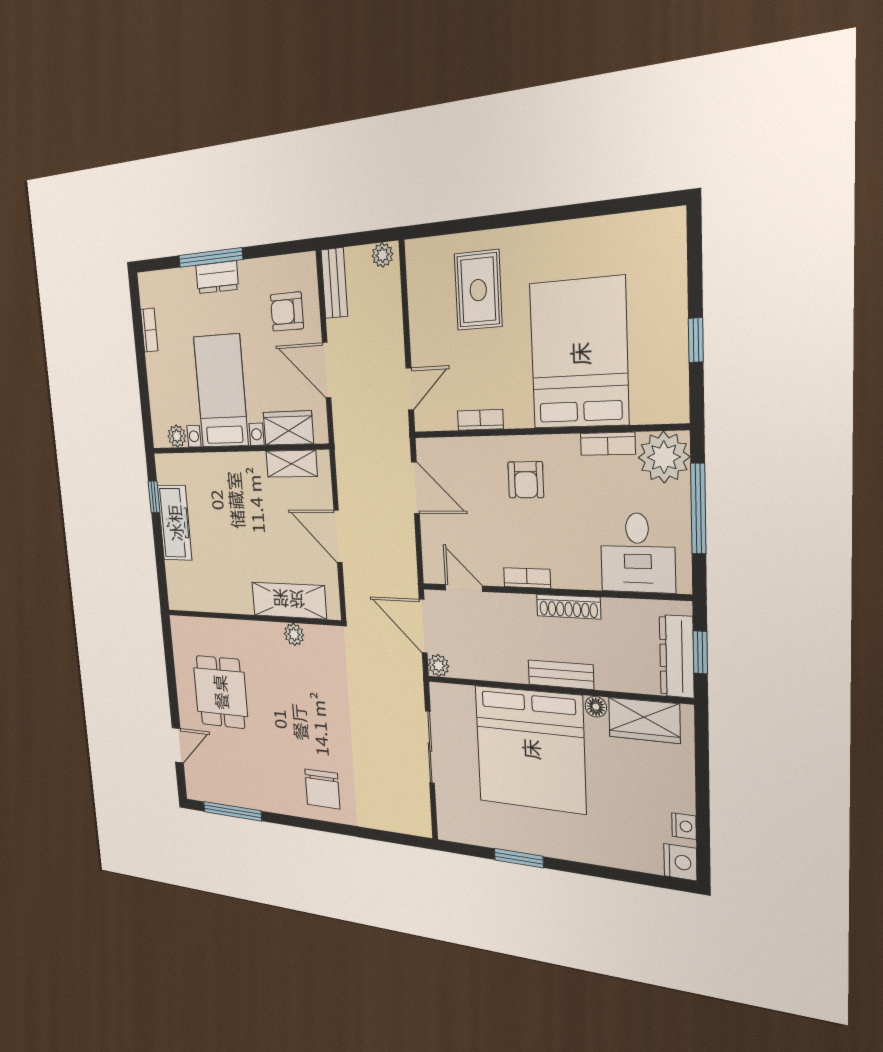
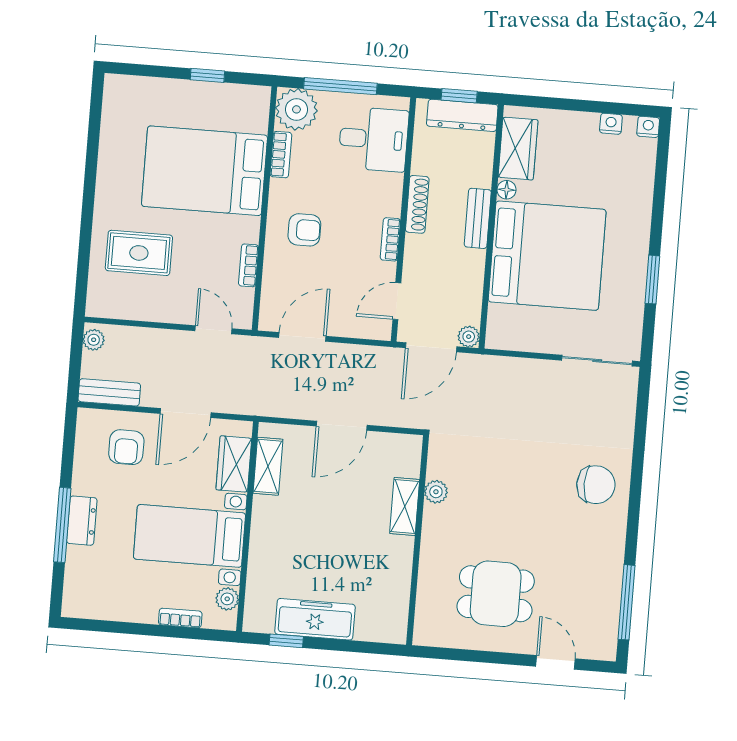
bookcase: (149, 330) -> (180, 618), moved
shelving: (289, 600) -> (405, 506), width x0.67, depth x0.75
sliding door: (430, 747) -> (597, 361), moved
nightstand: (680, 862) -> (648, 127), width x0.72, depth x0.74

